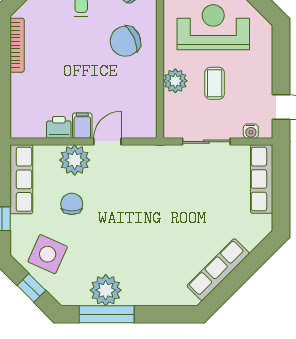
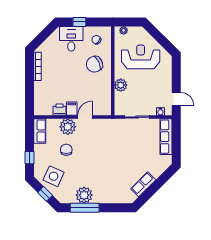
coffee table: (215, 83) -> (141, 86), removed
row of seats: (21, 179) -> (40, 131), width x0.68
row of seats: (218, 270) -> (143, 184), width x0.68

